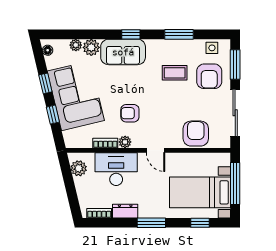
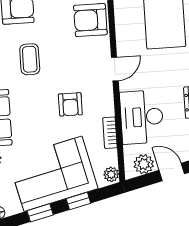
coffee table: (175, 73) -> (30, 59), moved
plant: (125, 142) -> (111, 174), moved
door: (71, 190) -> (172, 172), added

